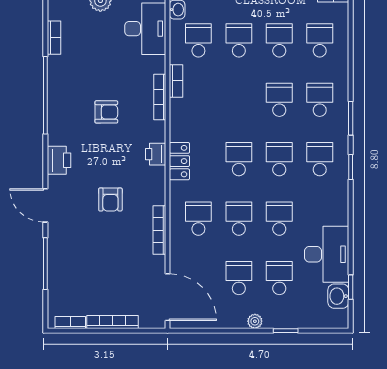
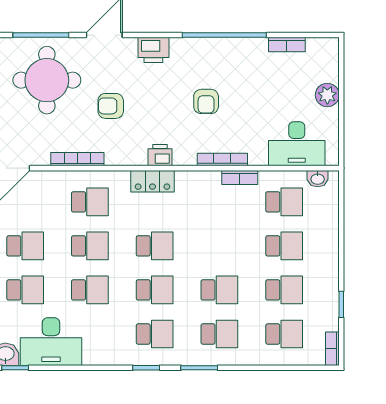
round table: (87, 258) -> (47, 80), added

